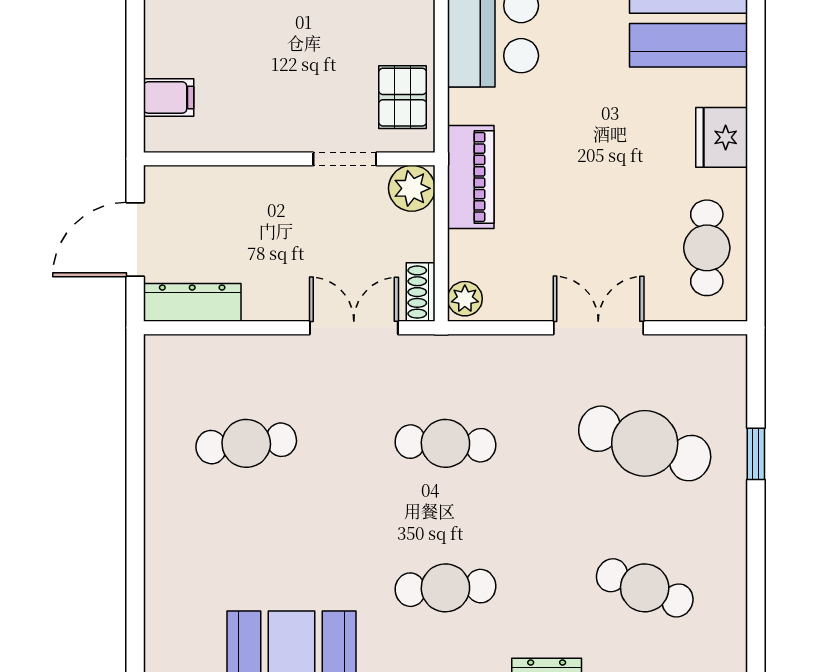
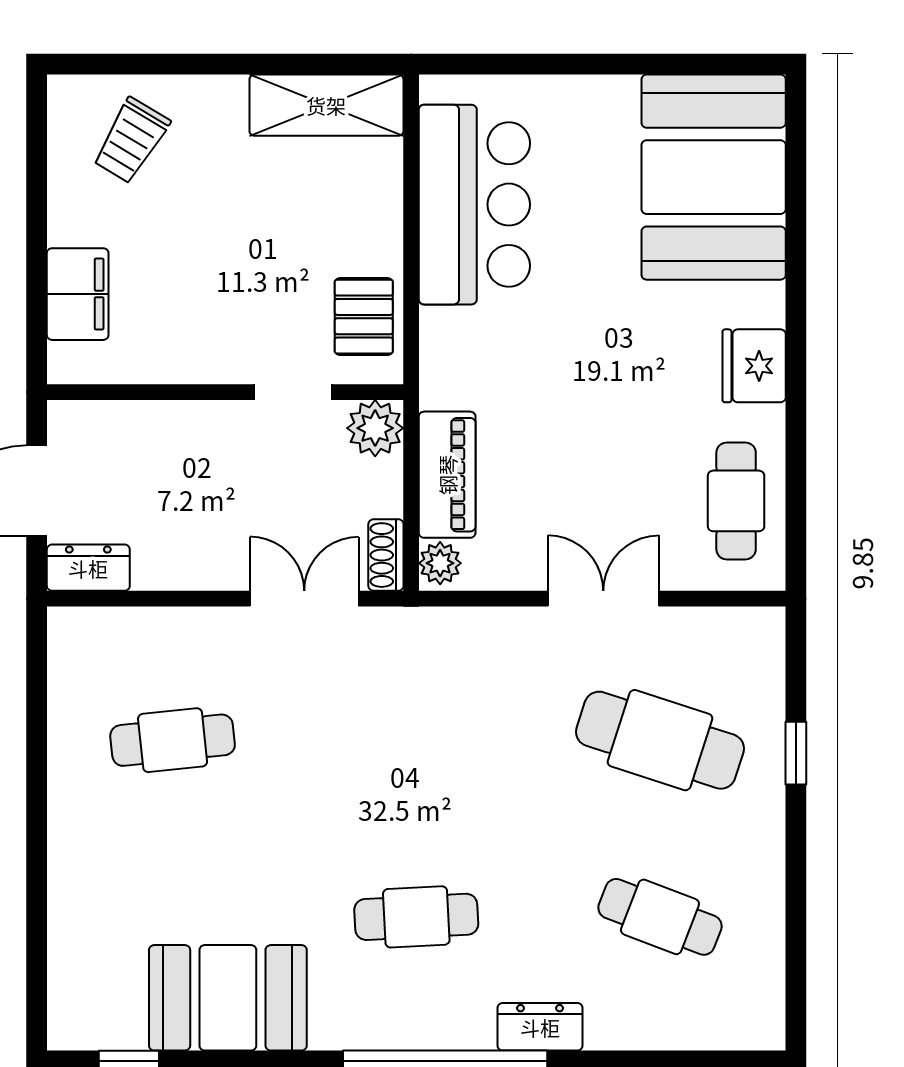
filing cabinet: (169, 97) -> (78, 294), width x2.00
piano: (471, 177) -> (447, 475), moved
dresser: (192, 302) -> (88, 568), width x0.70
cafe table: (445, 443) -> (416, 740), removed

